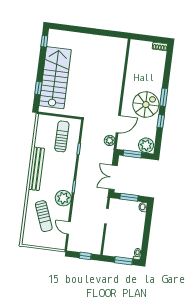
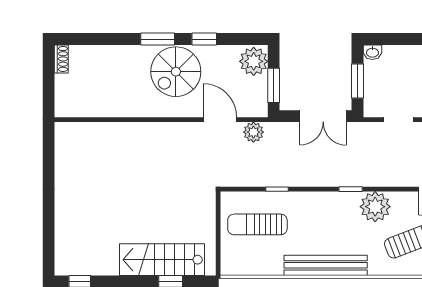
stairs: (55, 78) -> (162, 260), width x0.73, depth x0.66
spiral stairs: (146, 105) -> (176, 72), turned -90

